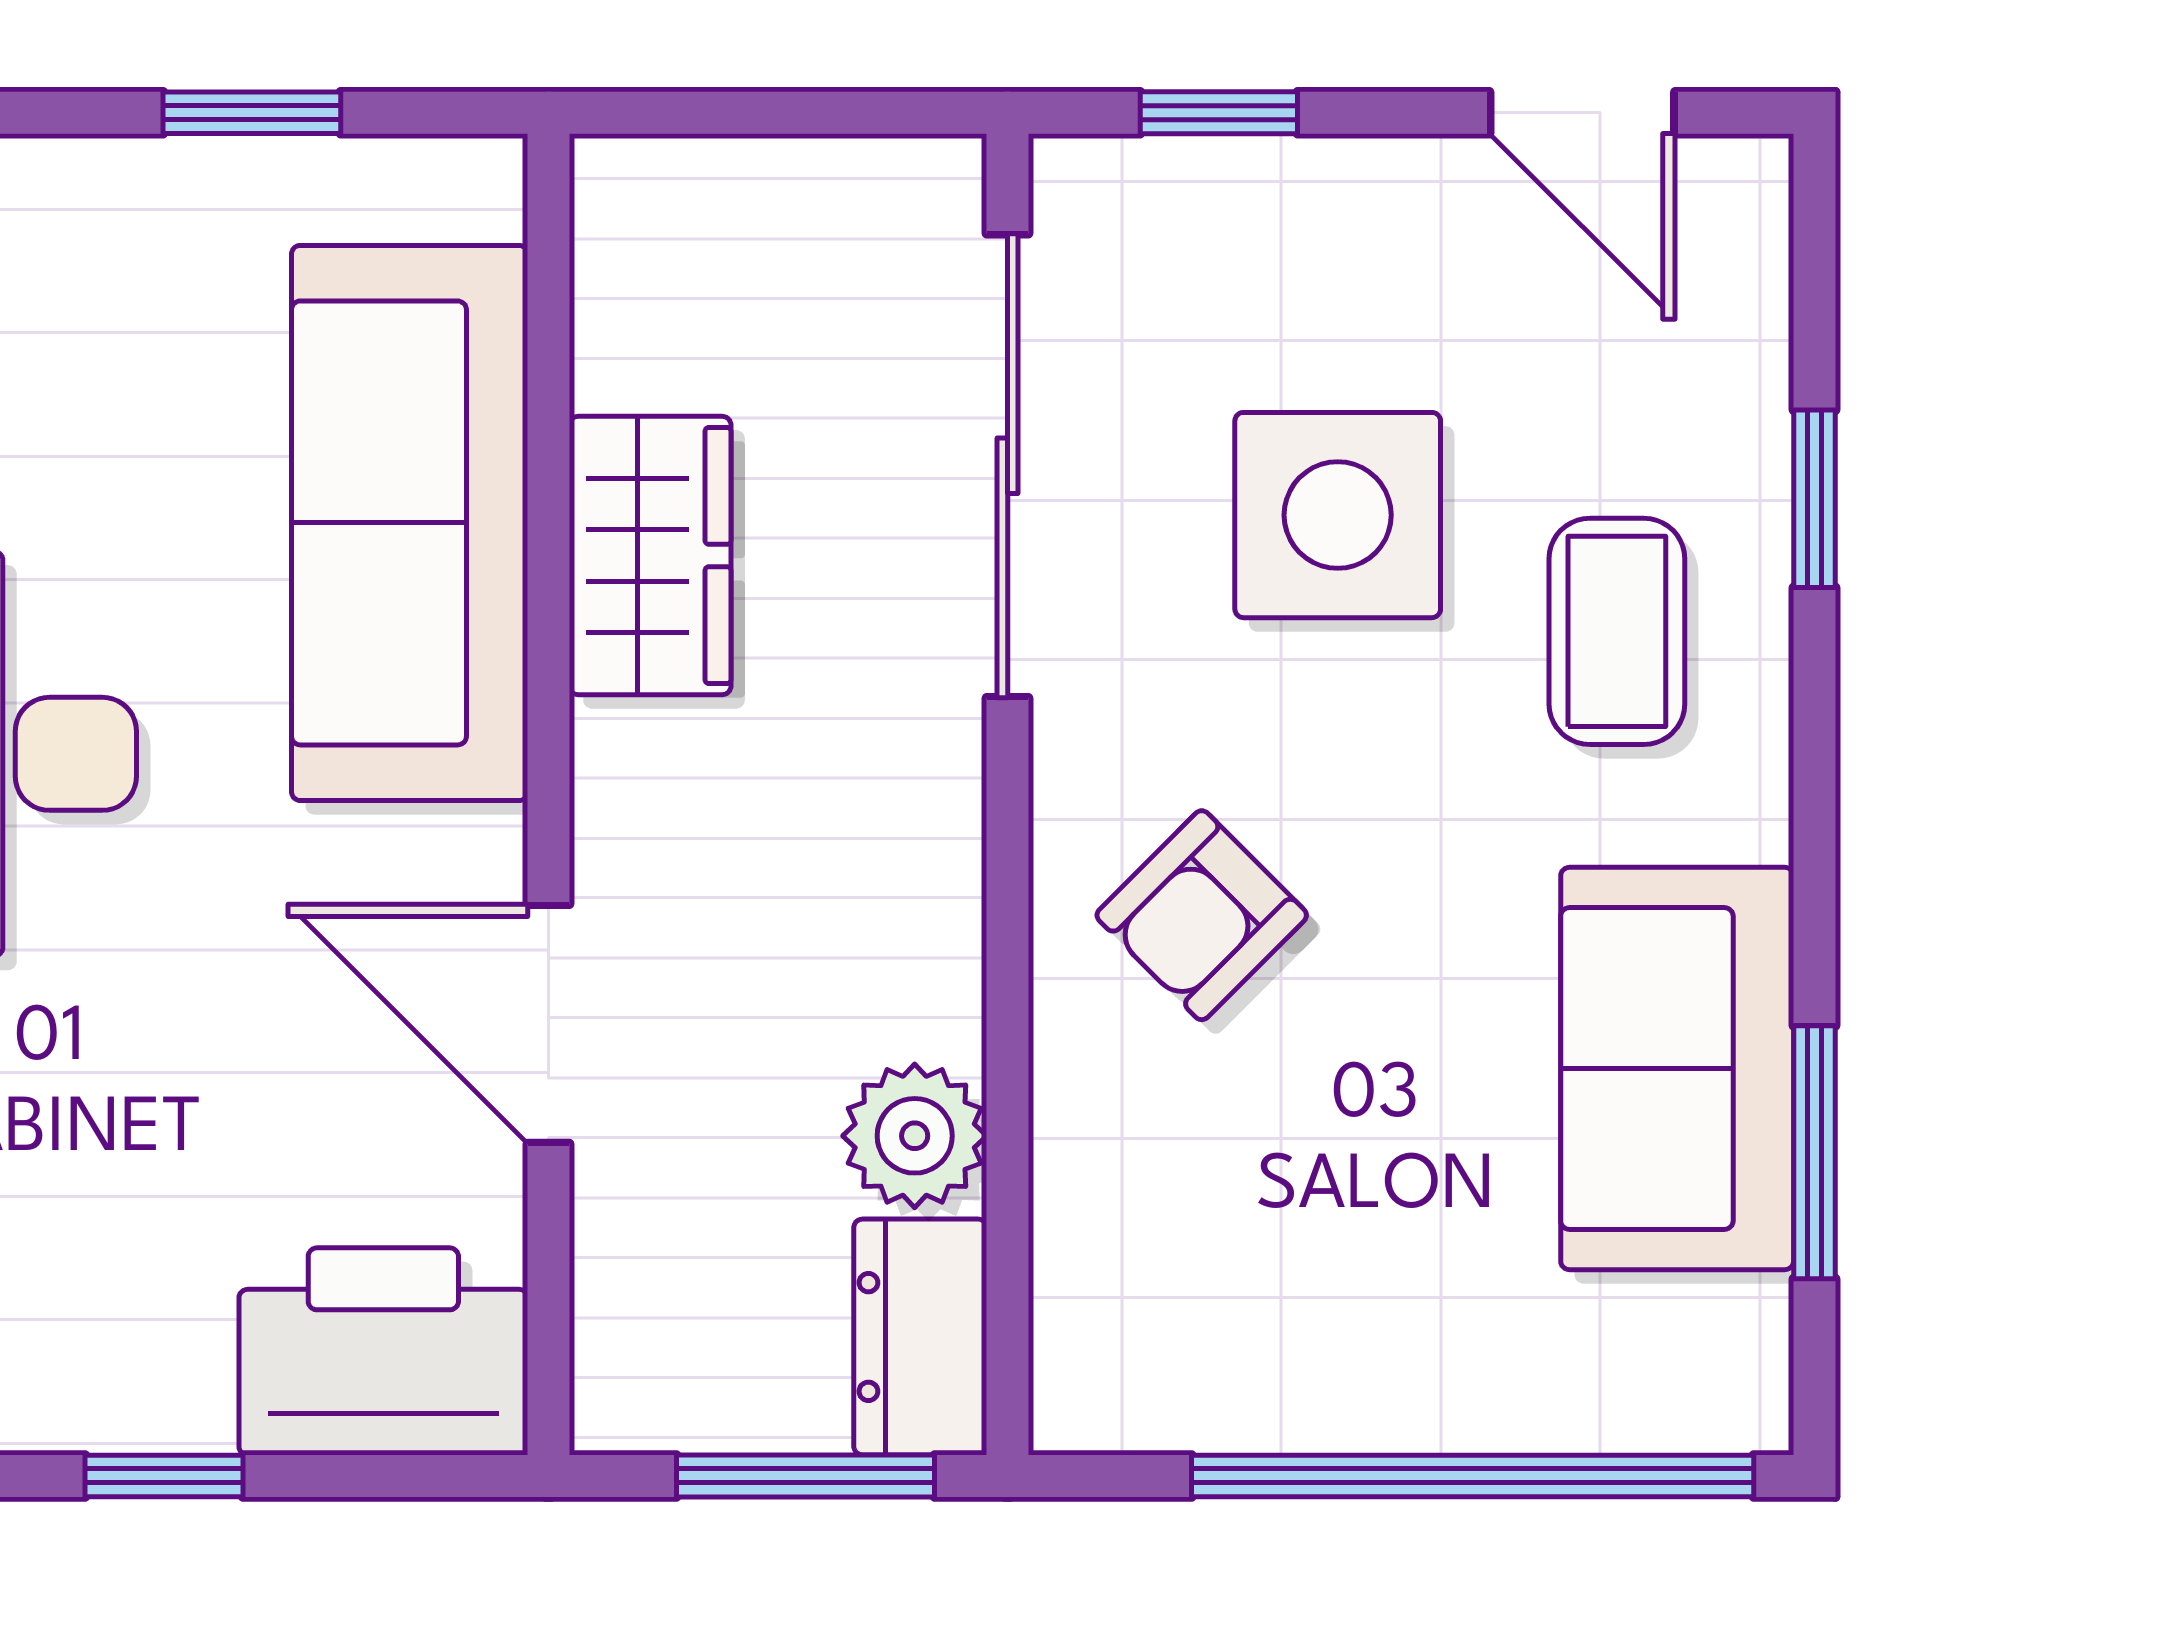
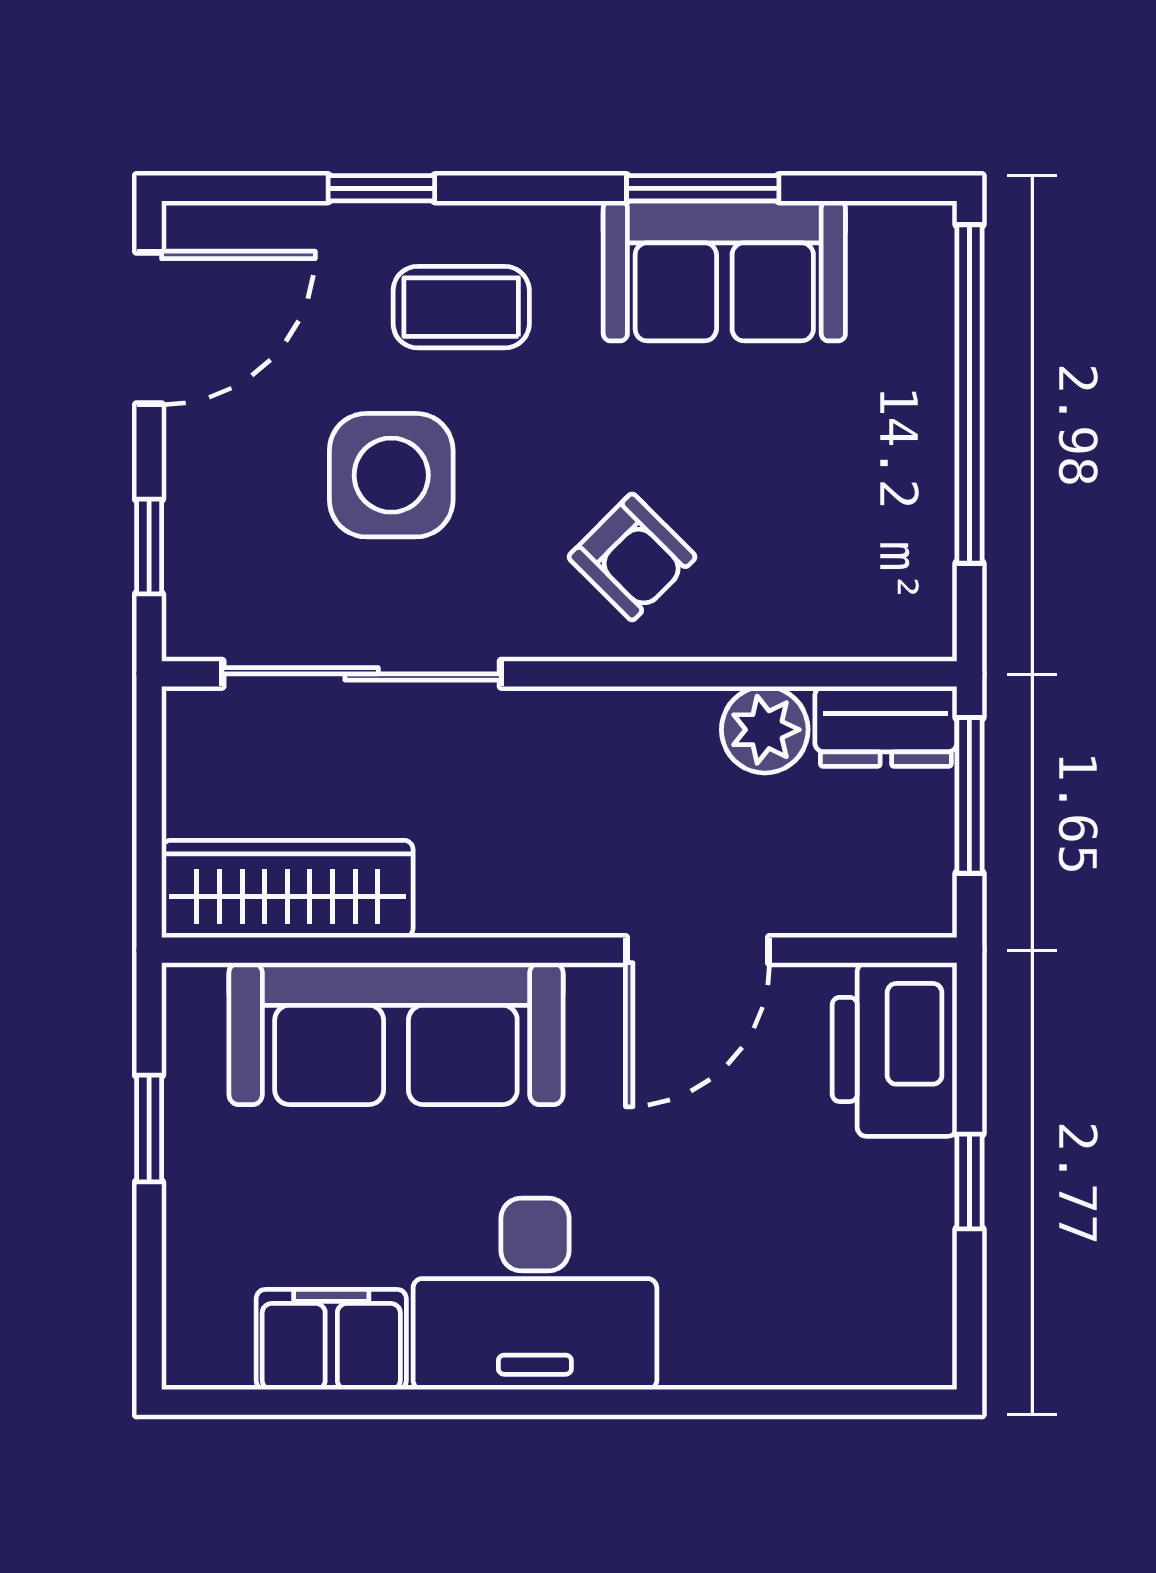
door: (1582, 113) -> (149, 328), width x1.37
wardrobe: (650, 555) -> (287, 889), moved, width x1.50
window: (1814, 1152) -> (703, 188), moved

